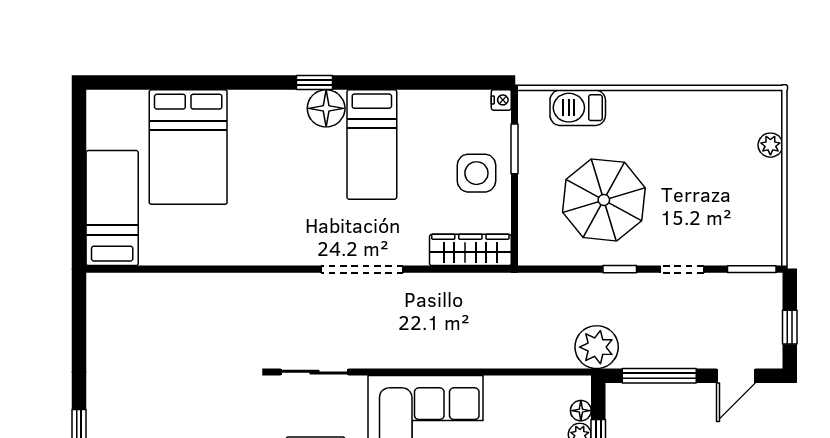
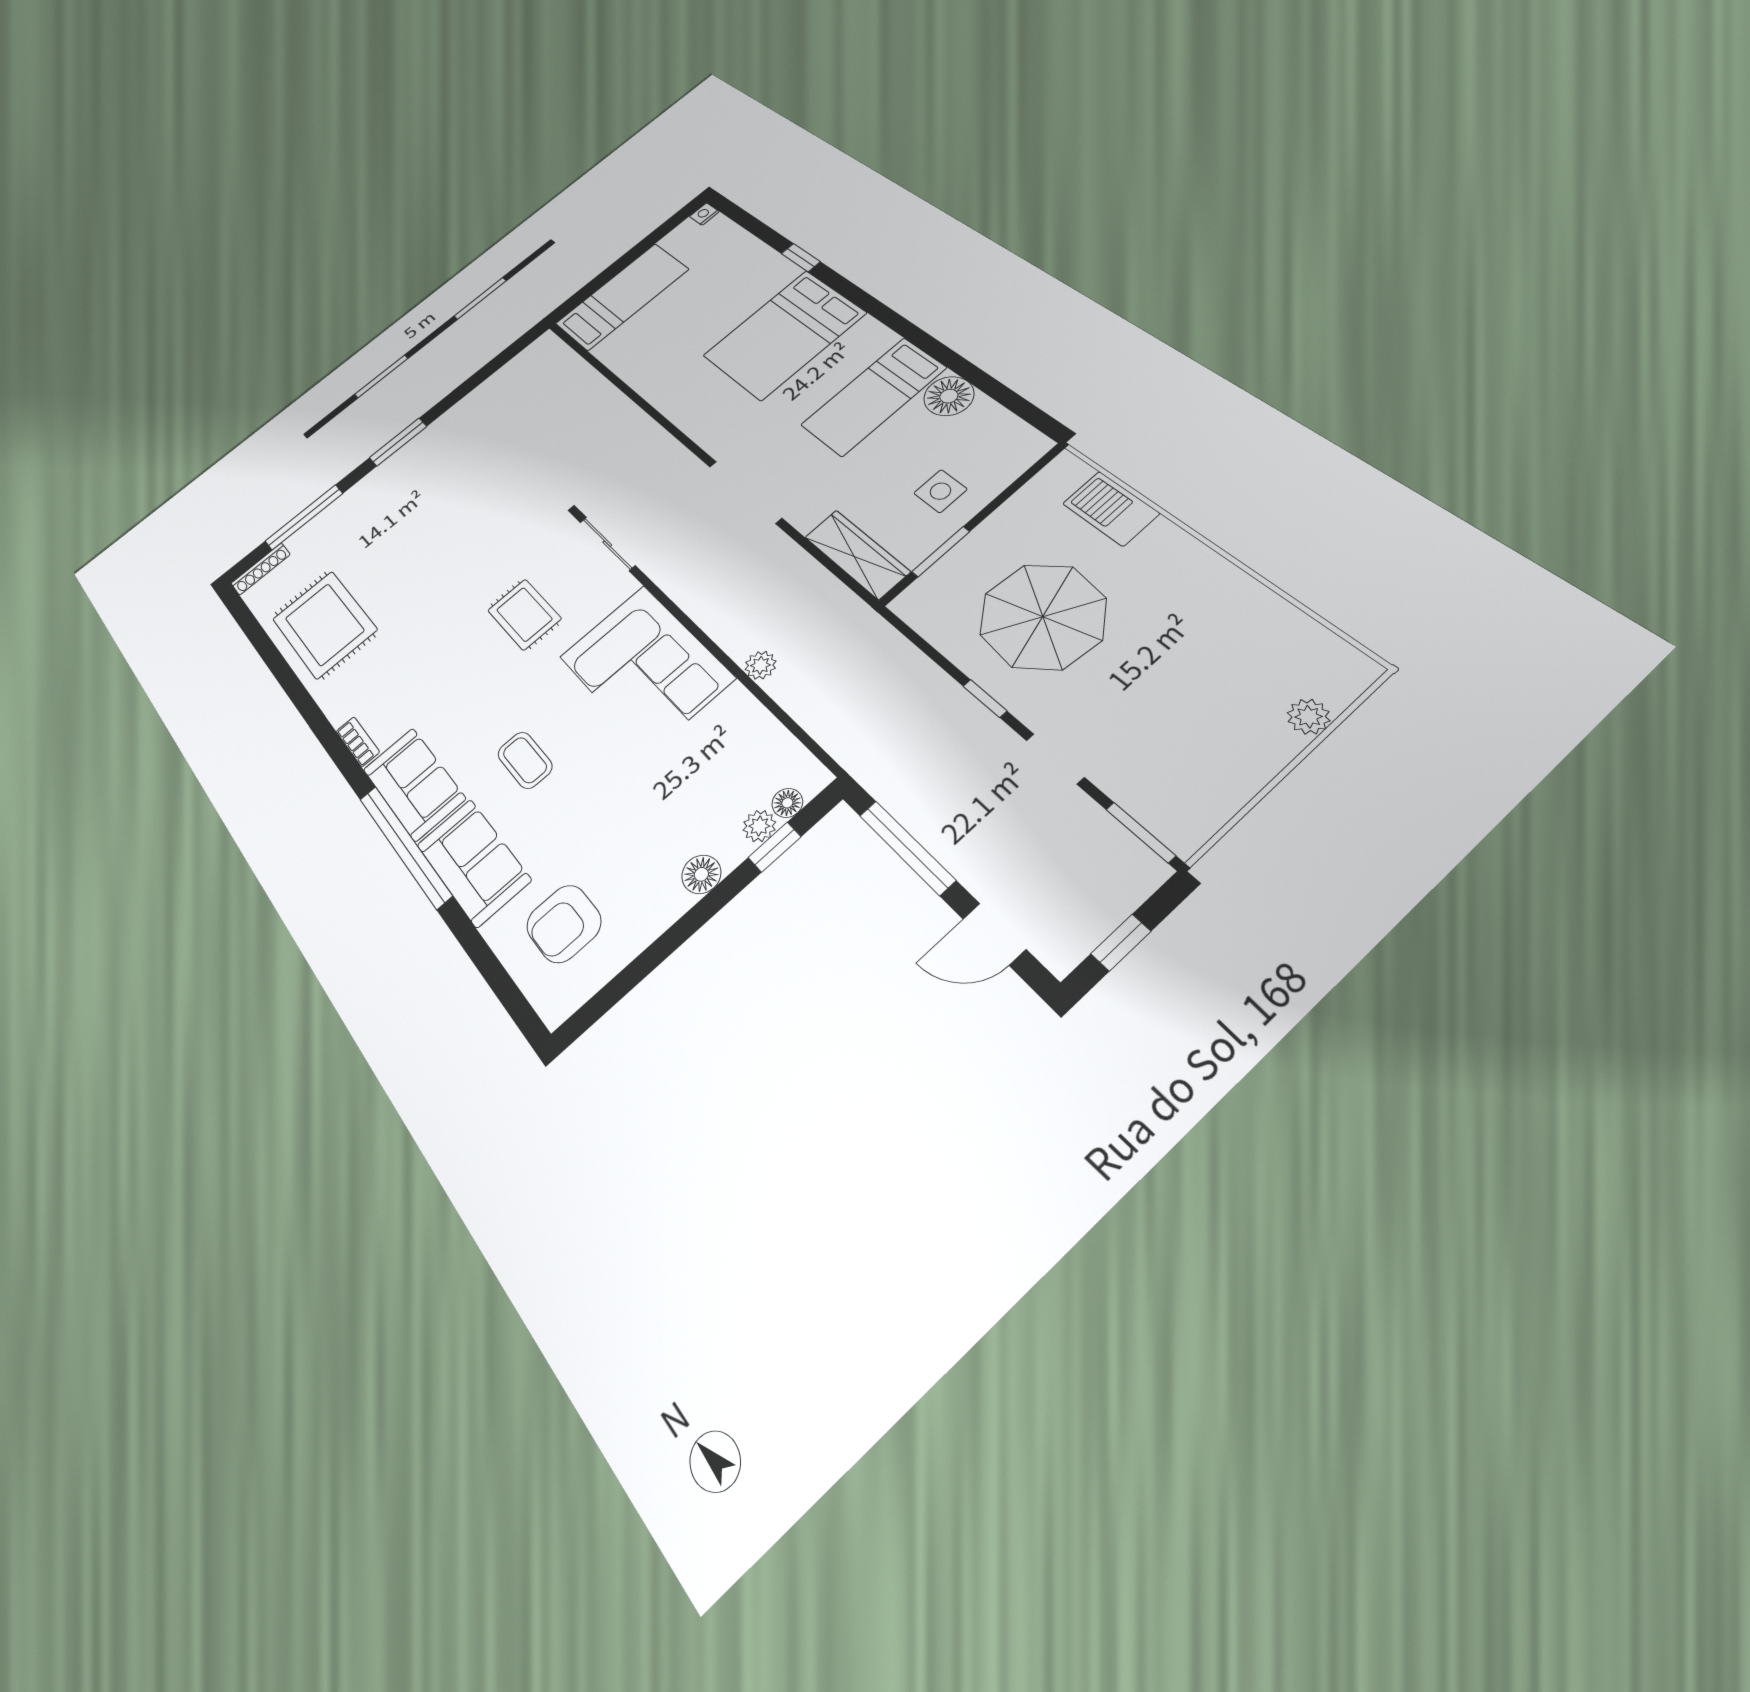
window: (315, 82) -> (801, 258), moved
nightstand: (501, 100) -> (704, 214), moved, turned 180
floor lamp: (326, 108) -> (949, 396), moved
bed: (188, 147) -> (784, 334), moved
window: (514, 149) -> (941, 552), moved
side table: (476, 173) -> (940, 491), width x0.73, depth x0.73
plant: (597, 347) -> (761, 665), moved, width x0.53, depth x0.53

